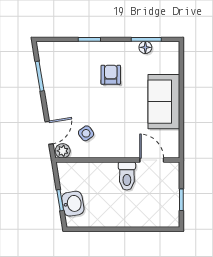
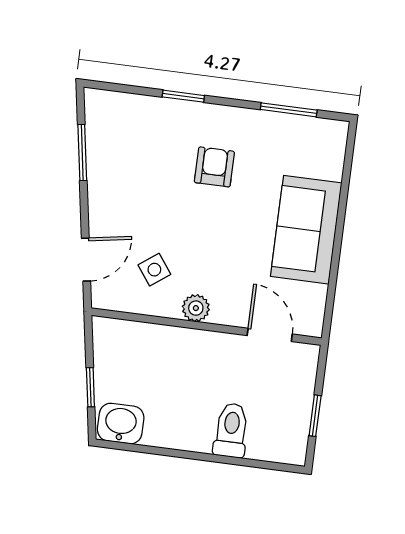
floor lamp: (145, 47) -> (285, 125), removed
plant: (63, 151) -> (196, 308), moved
toilet: (127, 176) -> (231, 430), moved, turned 180
washbasin: (73, 204) -> (121, 424), moved, turned -81

